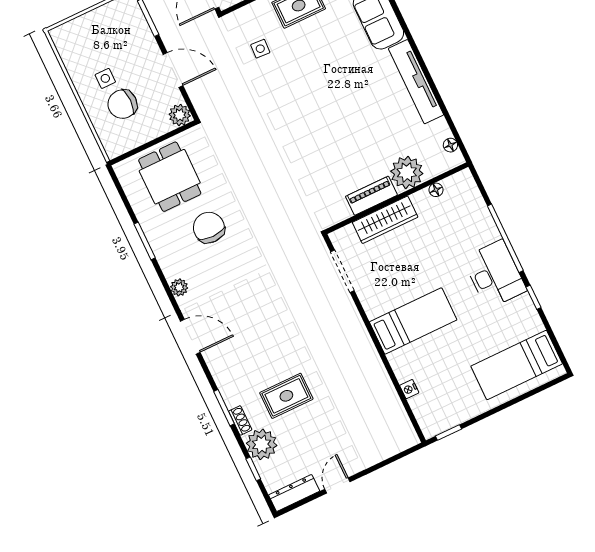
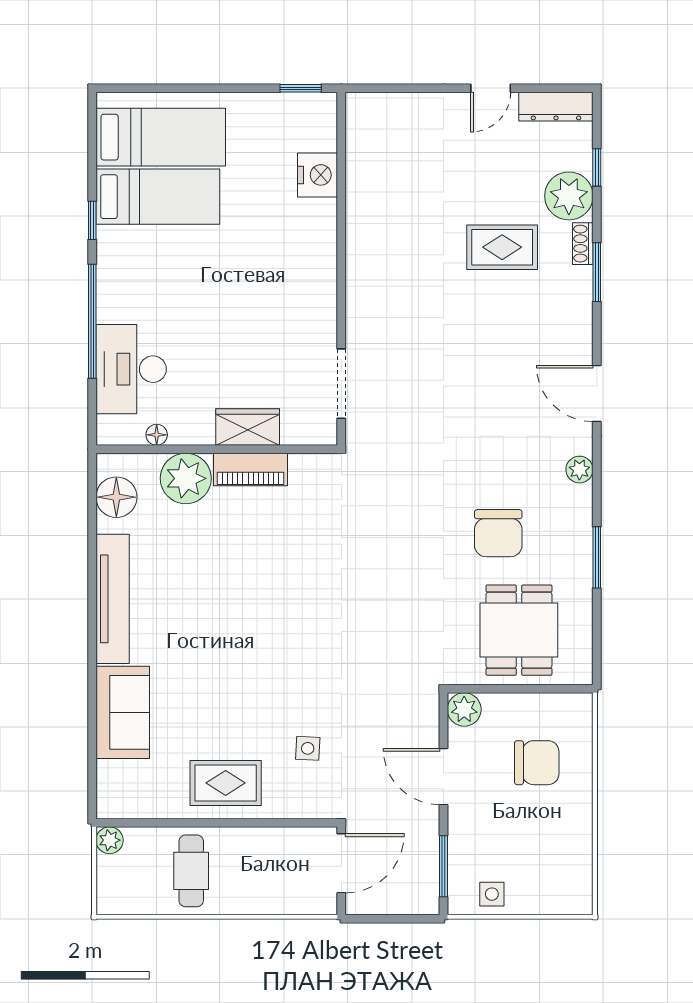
side table: (105, 78) -> (492, 894), moved
floor lamp: (450, 145) -> (116, 497), width x1.89, depth x1.89
wardrobe: (385, 220) -> (248, 427), width x0.67
desk: (495, 274) -> (131, 369), moved
bed: (413, 321) -> (158, 197), moved, turned 180
nightstand: (409, 389) -> (318, 175), width x1.89, depth x1.79

